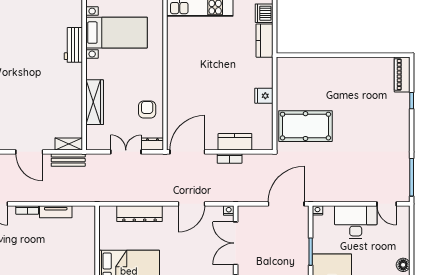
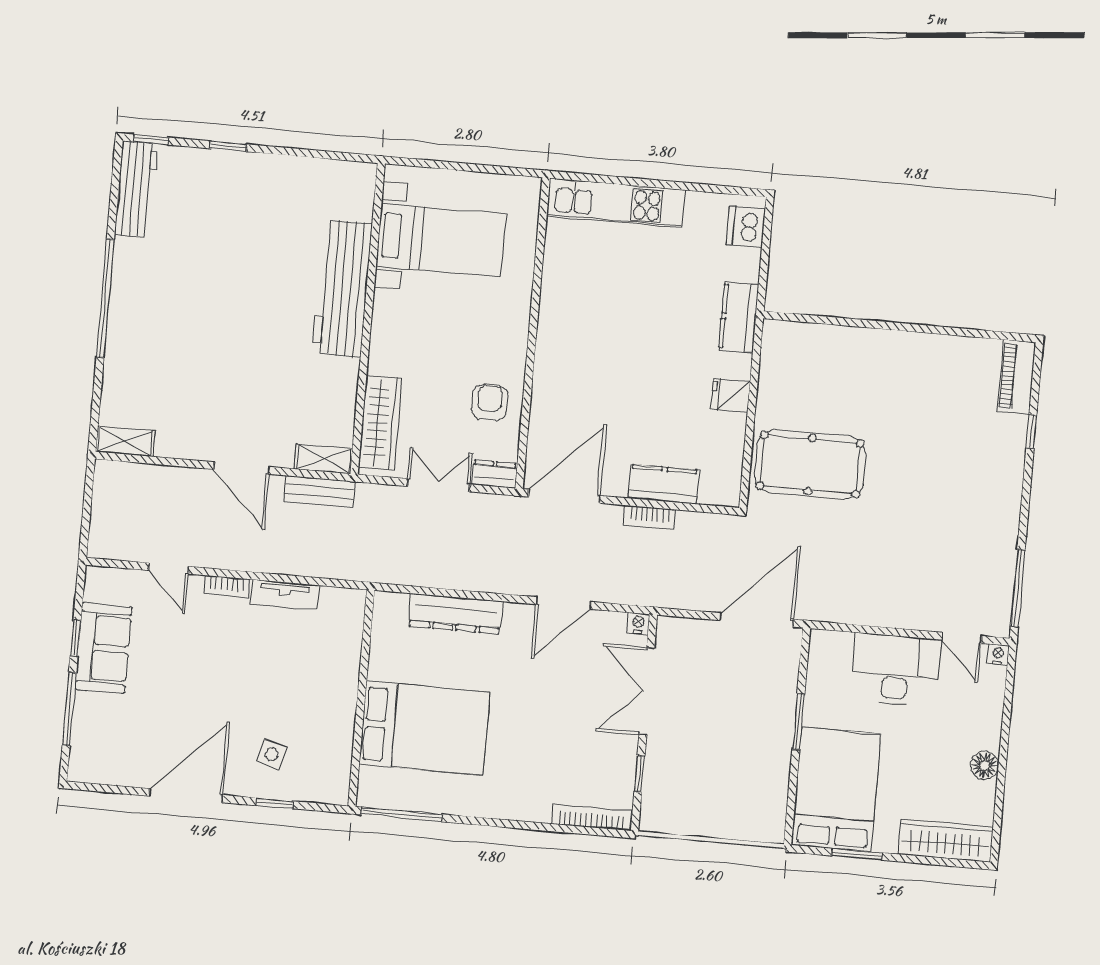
kitchen counter: (265, 41) -> (739, 317), moved
workbench: (73, 45) -> (342, 288), width x1.87, depth x1.32
wardrobe: (95, 102) -> (380, 423), moved
nightstand: (318, 210) -> (998, 654), moved

